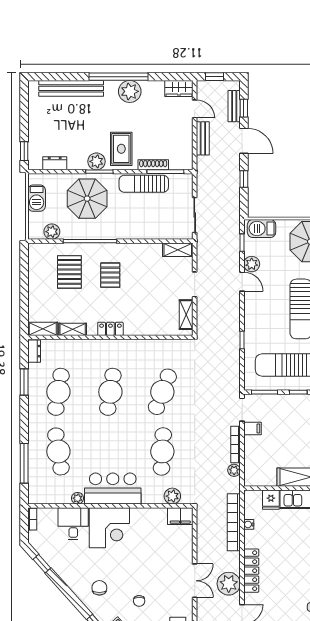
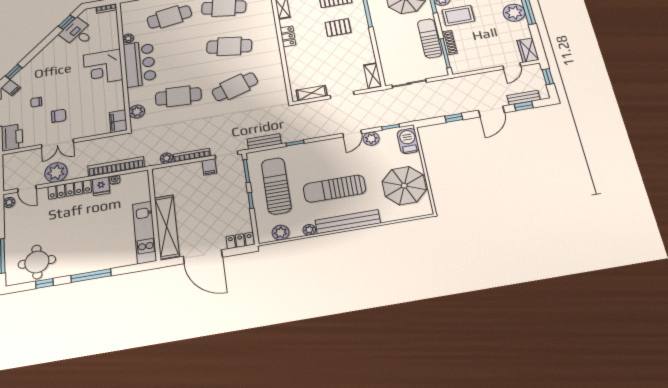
bench: (203, 138) -> (264, 141), moved
cafe table: (162, 392) -> (235, 87), turned -39
fridge: (271, 500) -> (101, 186), moved, turned -90
desk: (73, 524) -> (77, 33), moved, turned -132
chair: (99, 588) -> (59, 116), moved

